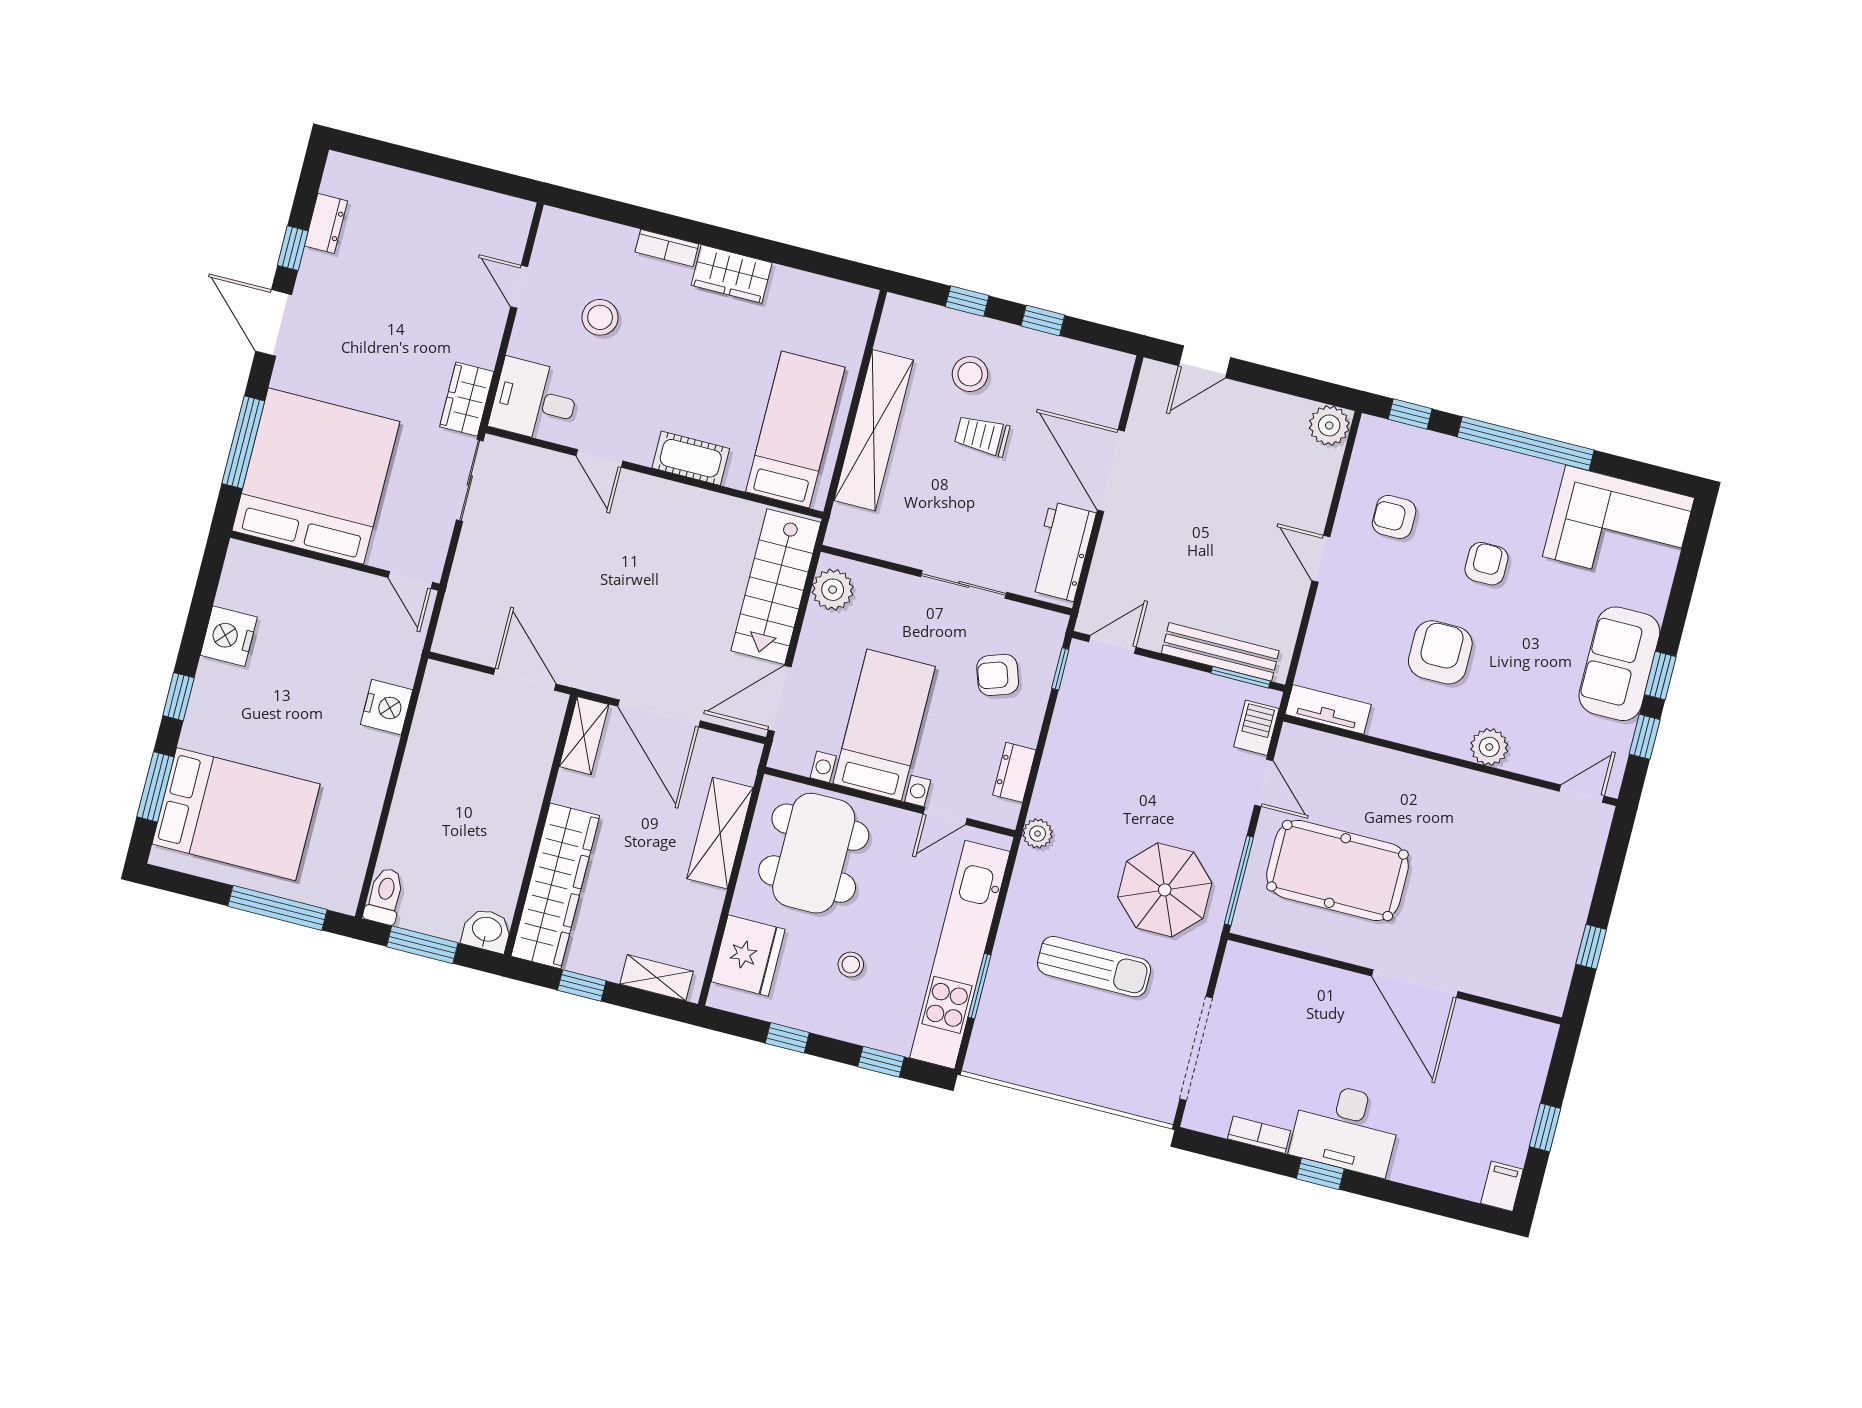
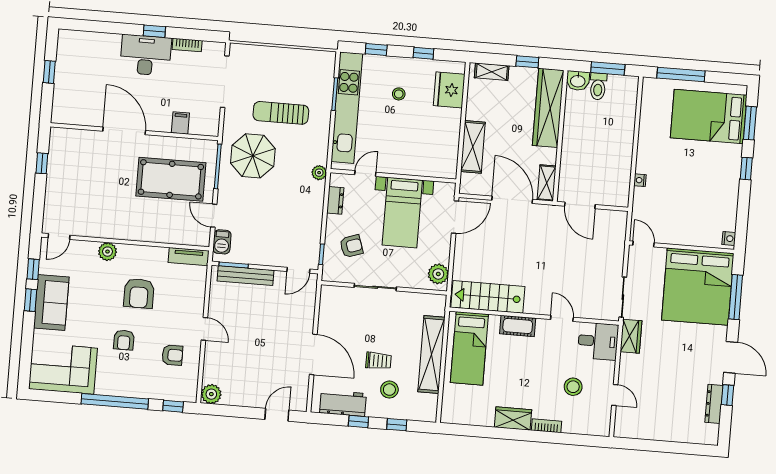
dresser: (326, 223) -> (714, 404), width x1.44
workbench: (1062, 551) -> (343, 403), moved, turned -90
stairs: (776, 587) -> (488, 297), moved, turned -90
nightstand: (229, 636) -> (729, 238), moved, width x0.53, depth x0.56
nightstand: (387, 707) -> (640, 180), width x0.53, depth x0.56
dining table: (814, 853) -> (426, 145), removed
toilet: (385, 896) -> (598, 86), moved
filing cabinet: (1502, 1186) -> (180, 123), moved, turned 180

